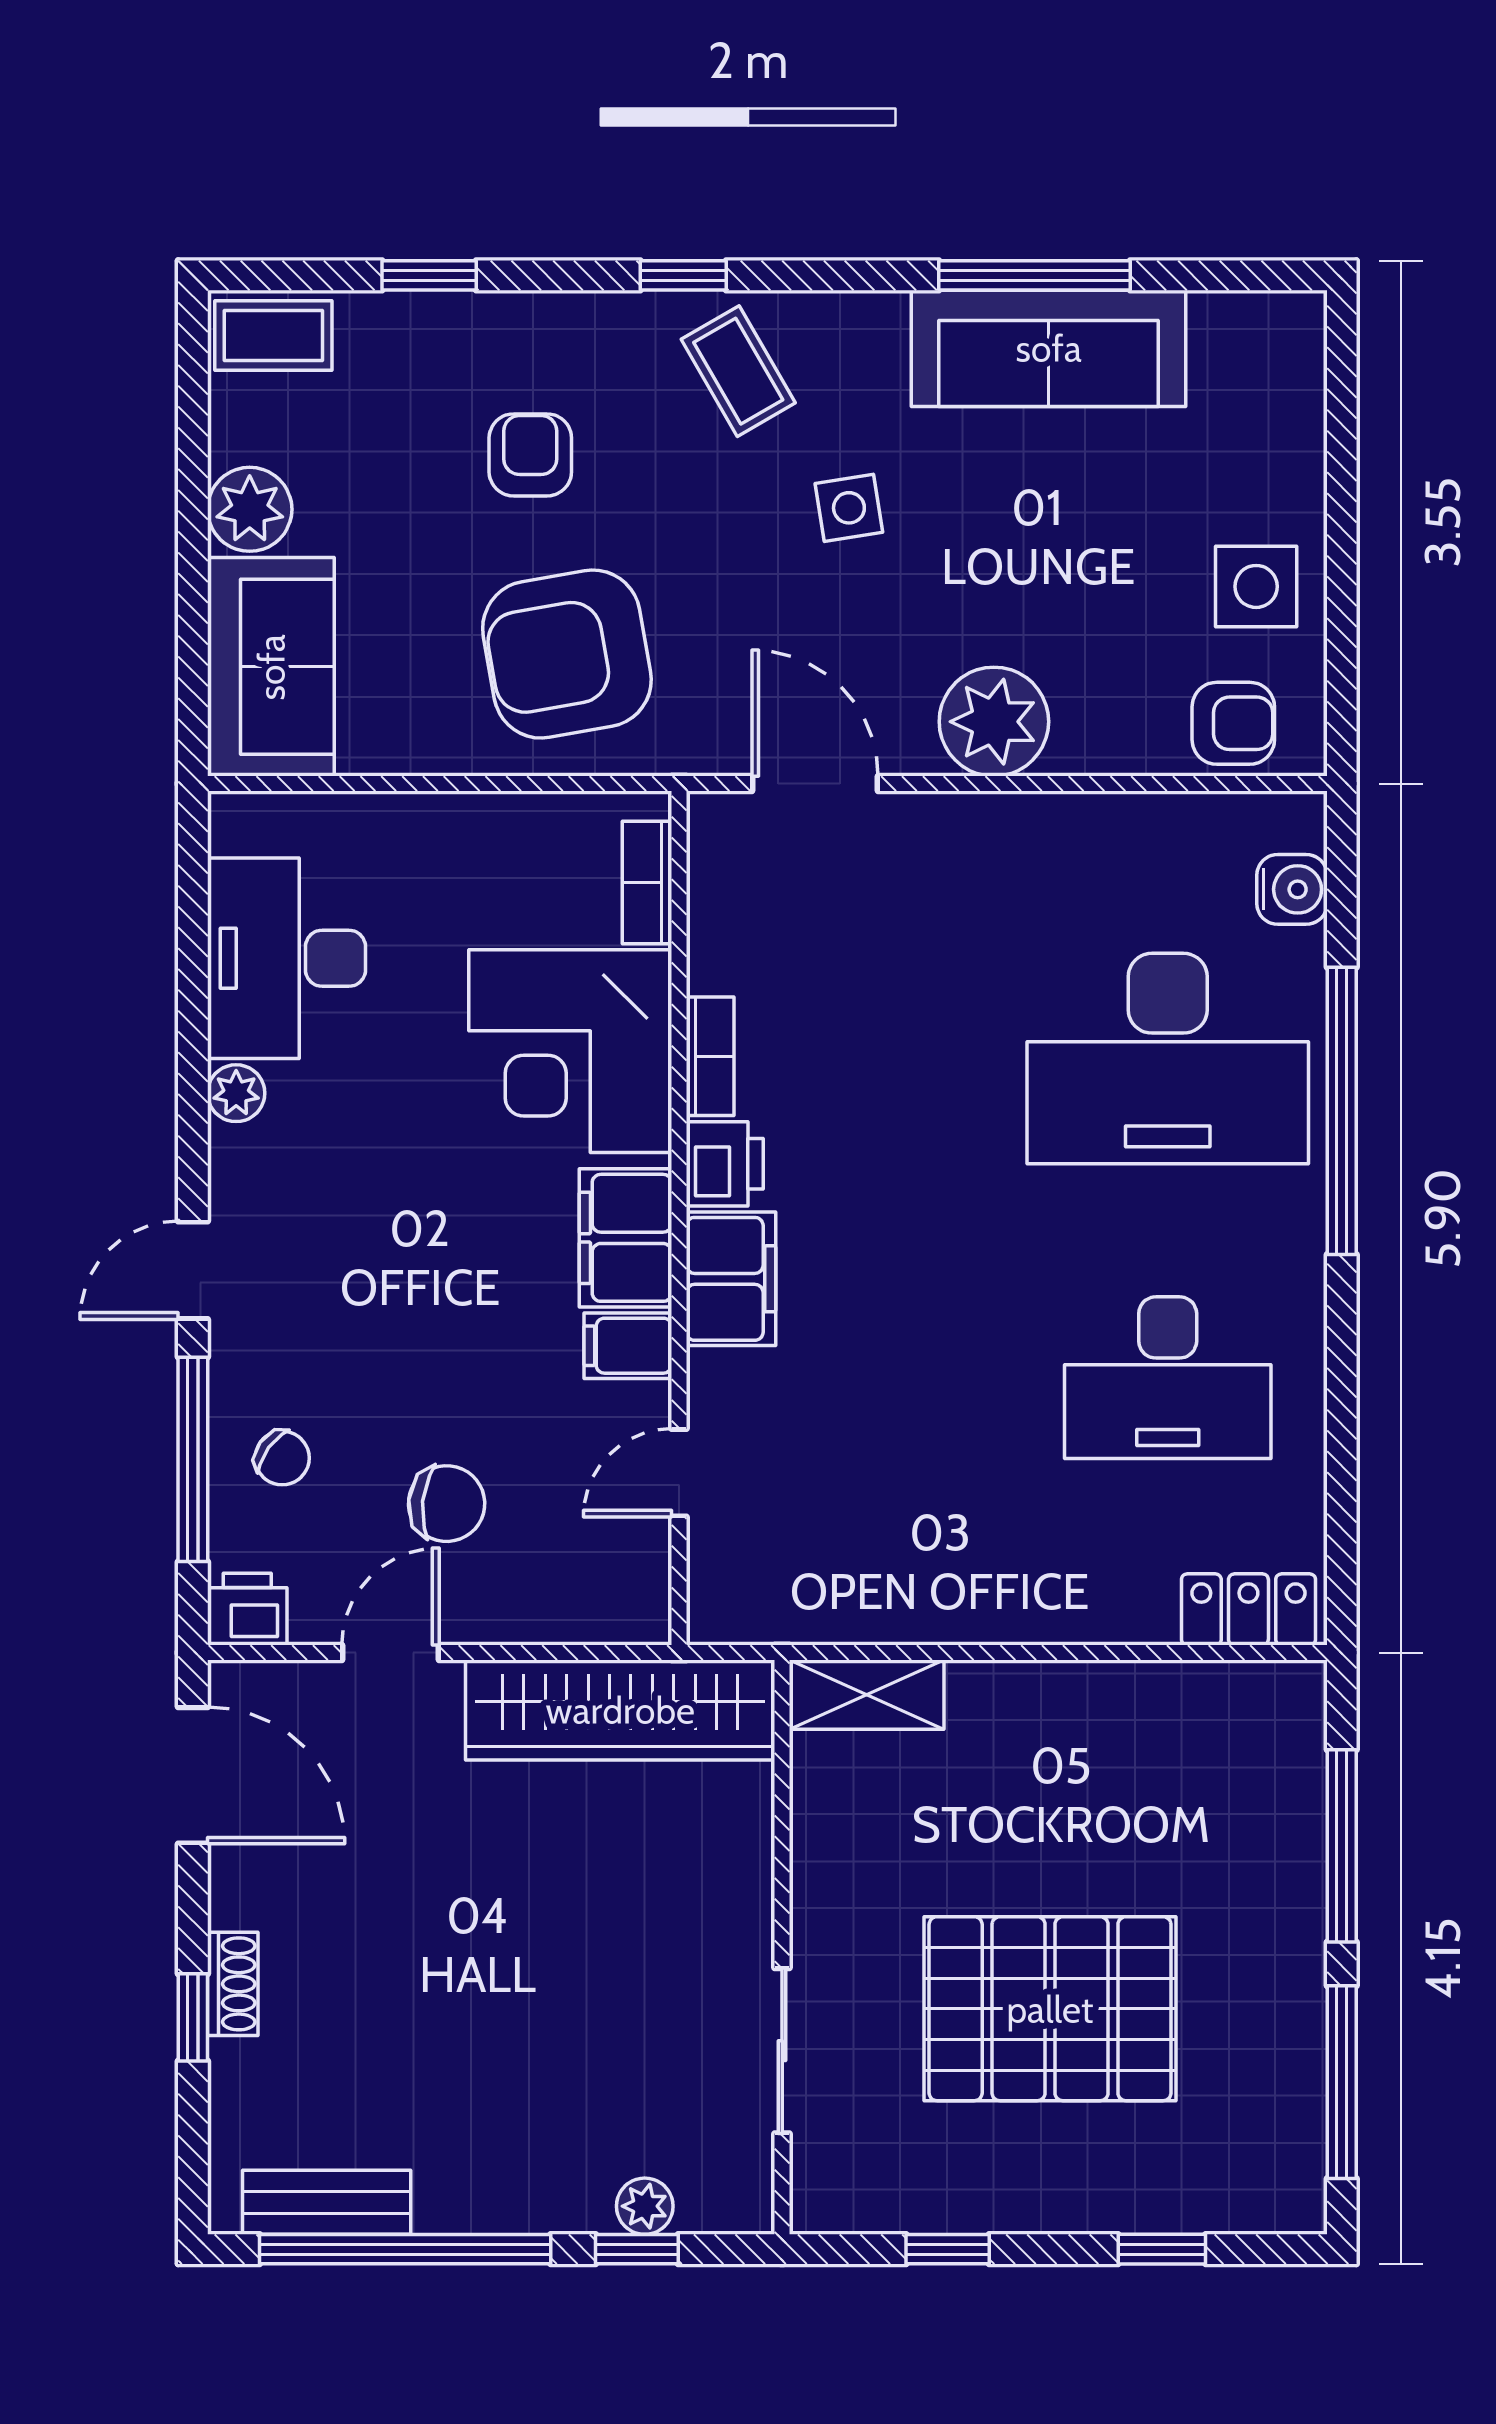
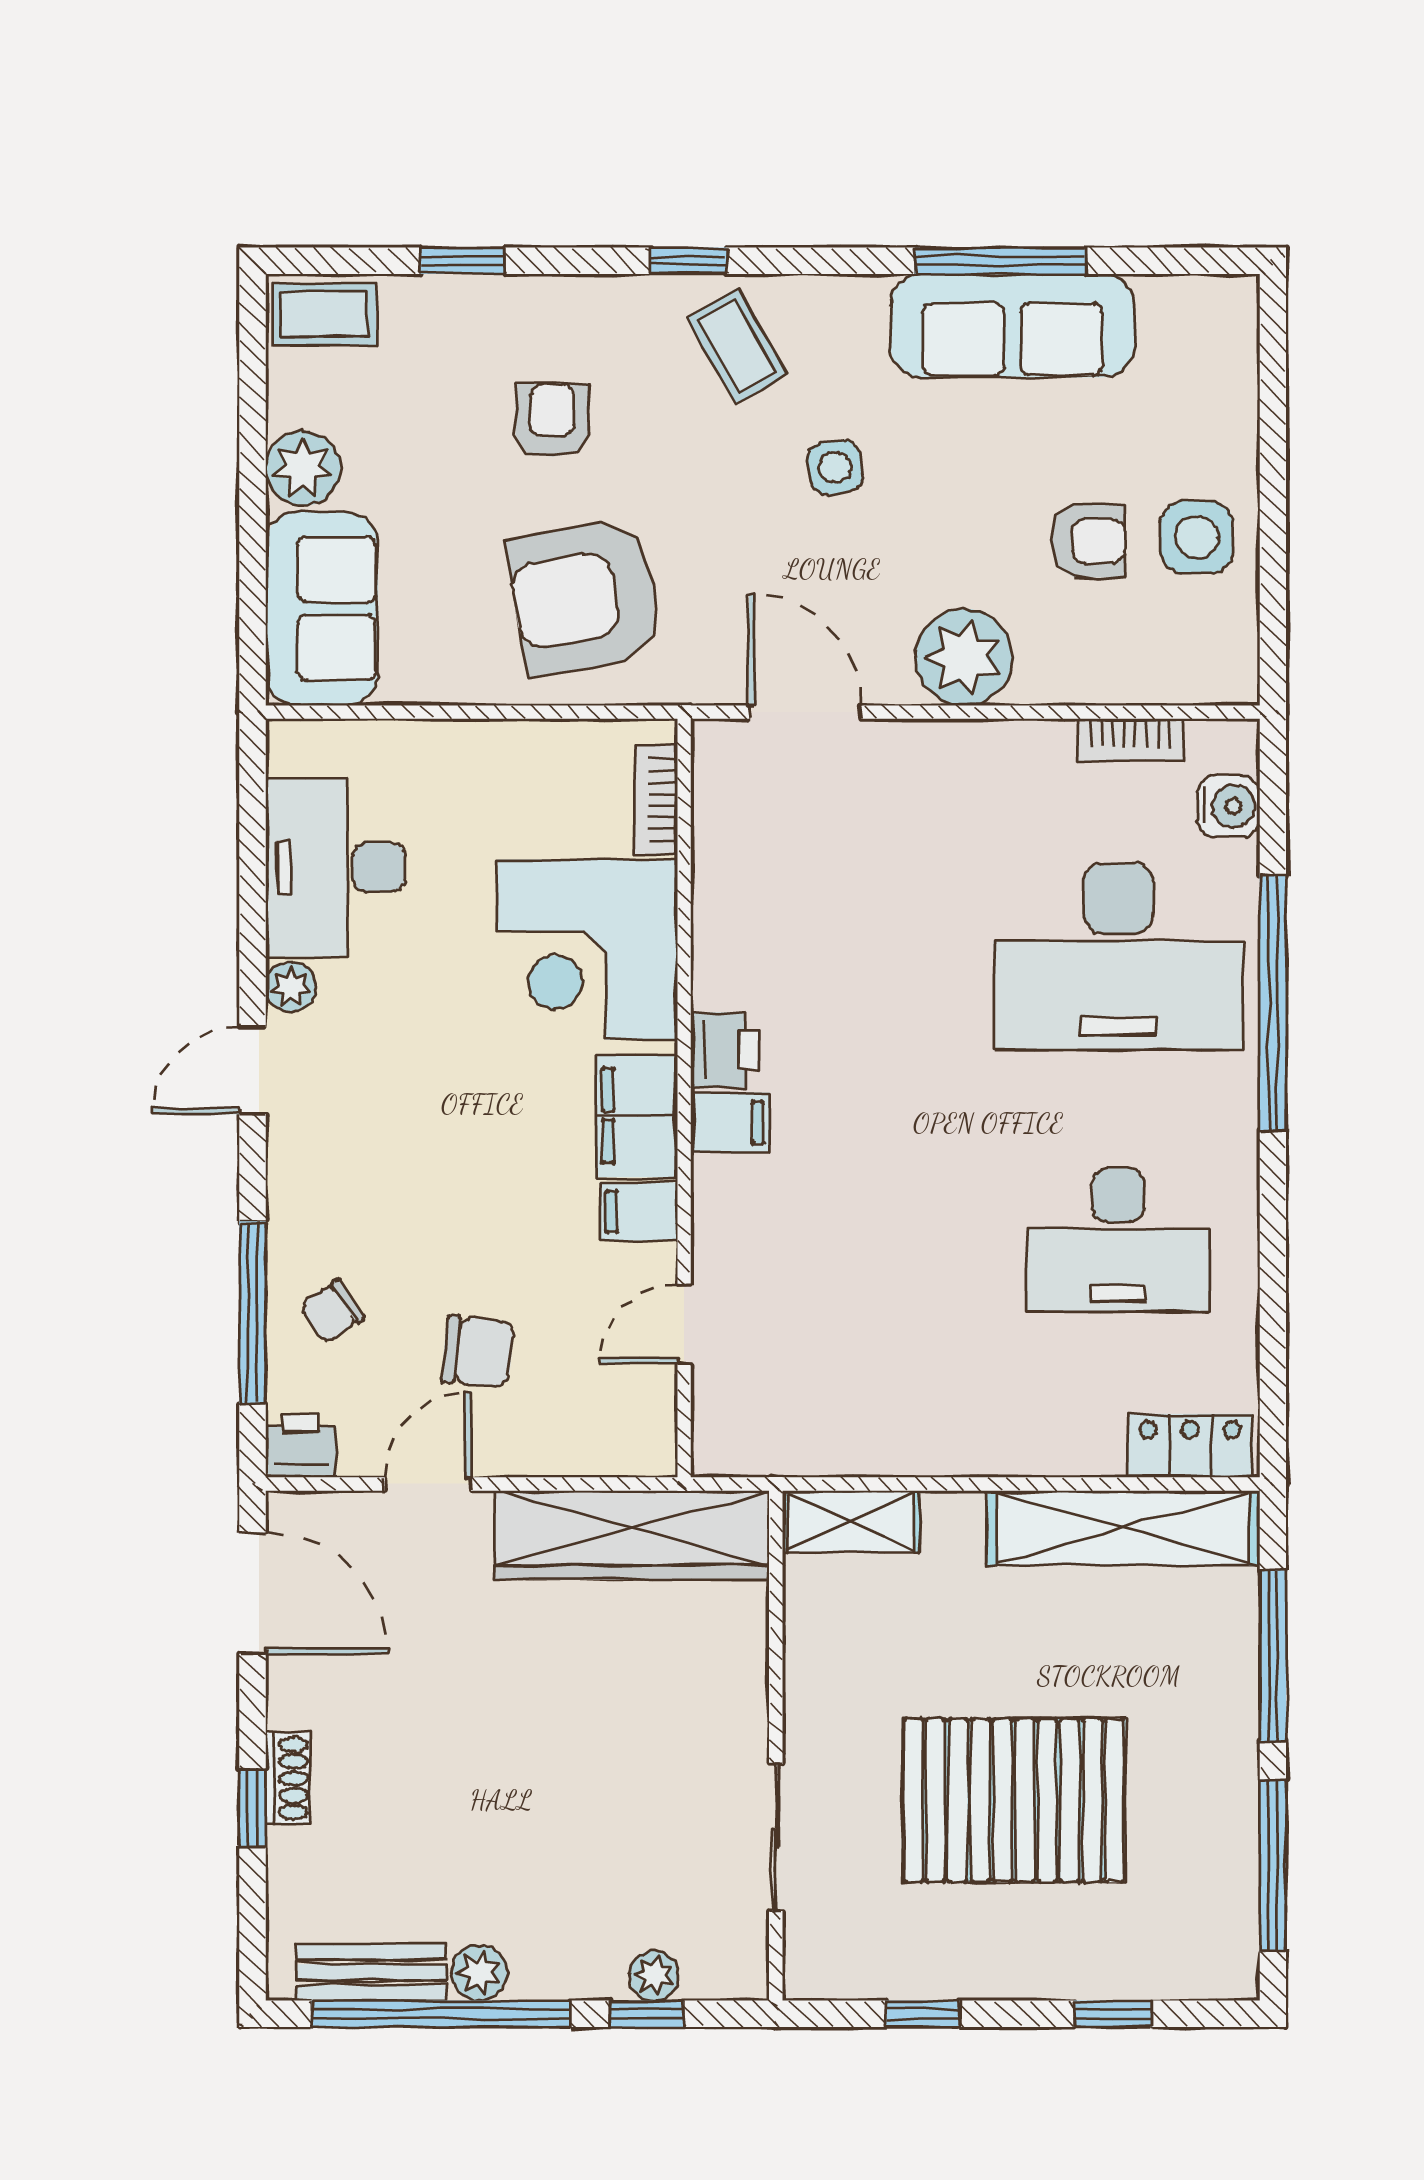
armchair: (1233, 723) -> (1088, 541), moved
bookcase: (710, 1056) -> (1130, 740), moved, turned 90
door: (193, 1270) -> (252, 1071), moved
filing cabinet: (731, 1279) -> (730, 1122), width x0.50
chair: (282, 1458) -> (332, 1311), turned 110
shelving: (1173, 1702) -> (1123, 1528), added
plant: (448, 2203) -> (479, 1973), added

